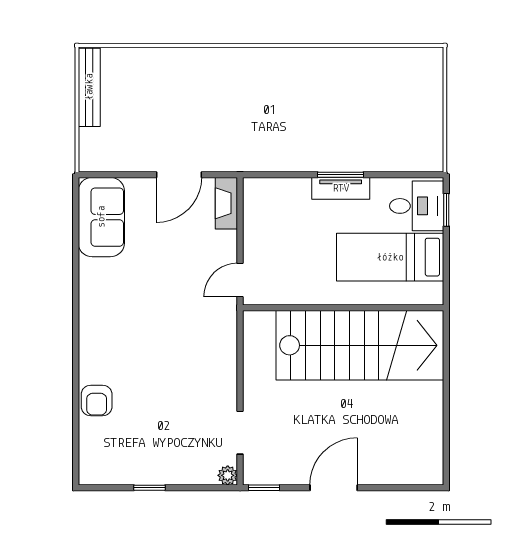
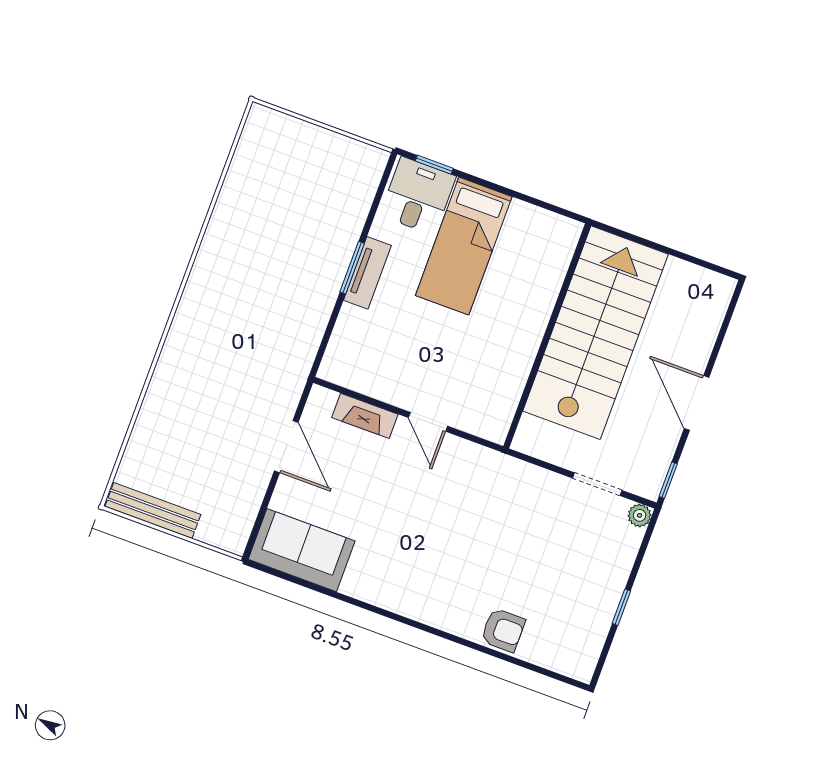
fireplace: (226, 203) -> (365, 416), moved
wall: (343, 308) -> (547, 336), moved
stairs: (360, 345) -> (596, 333), moved

